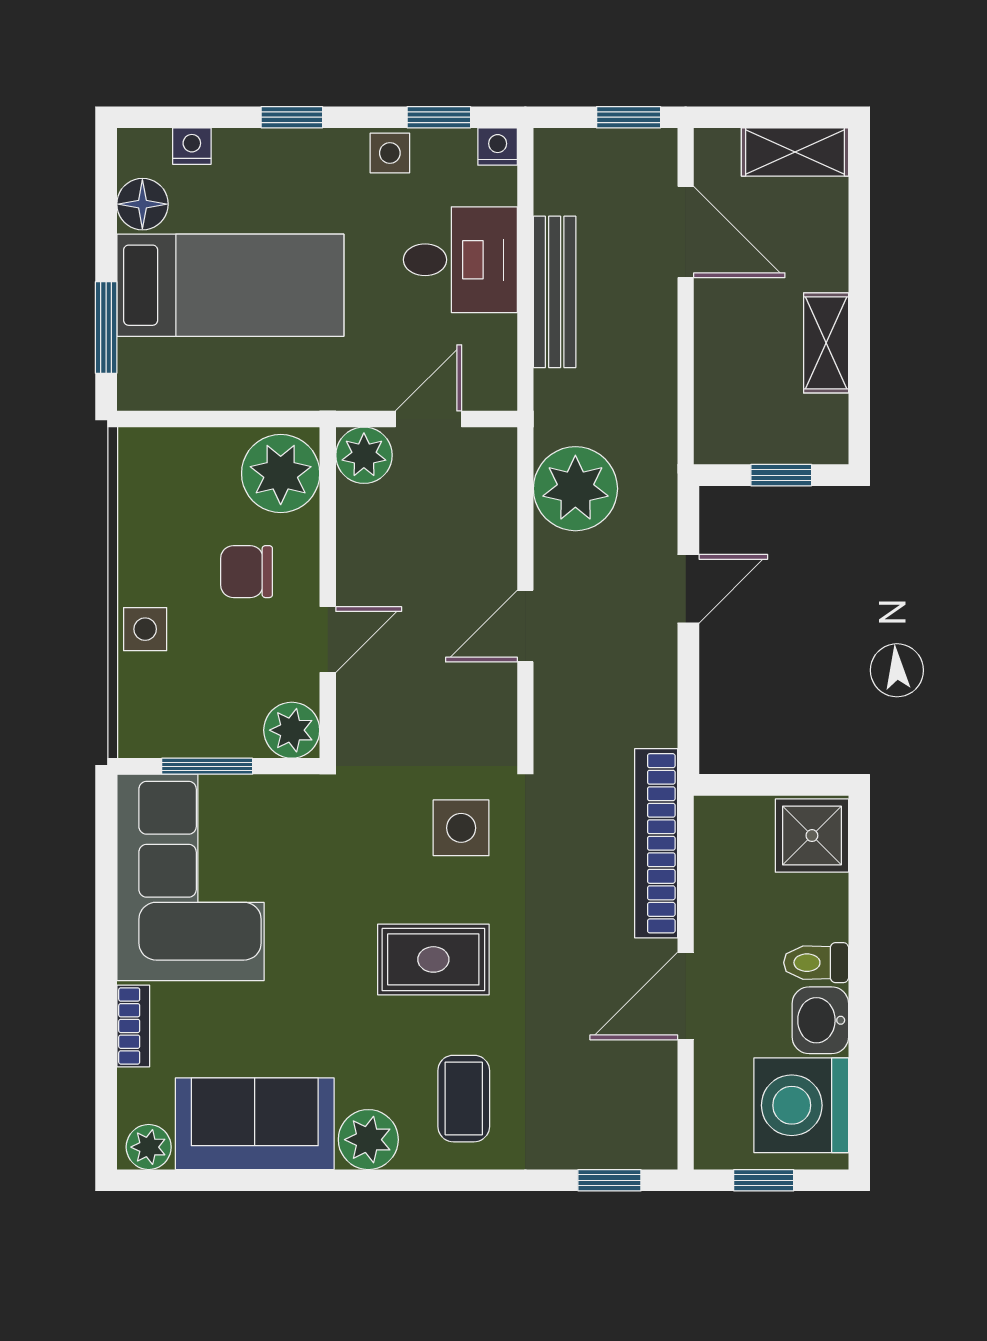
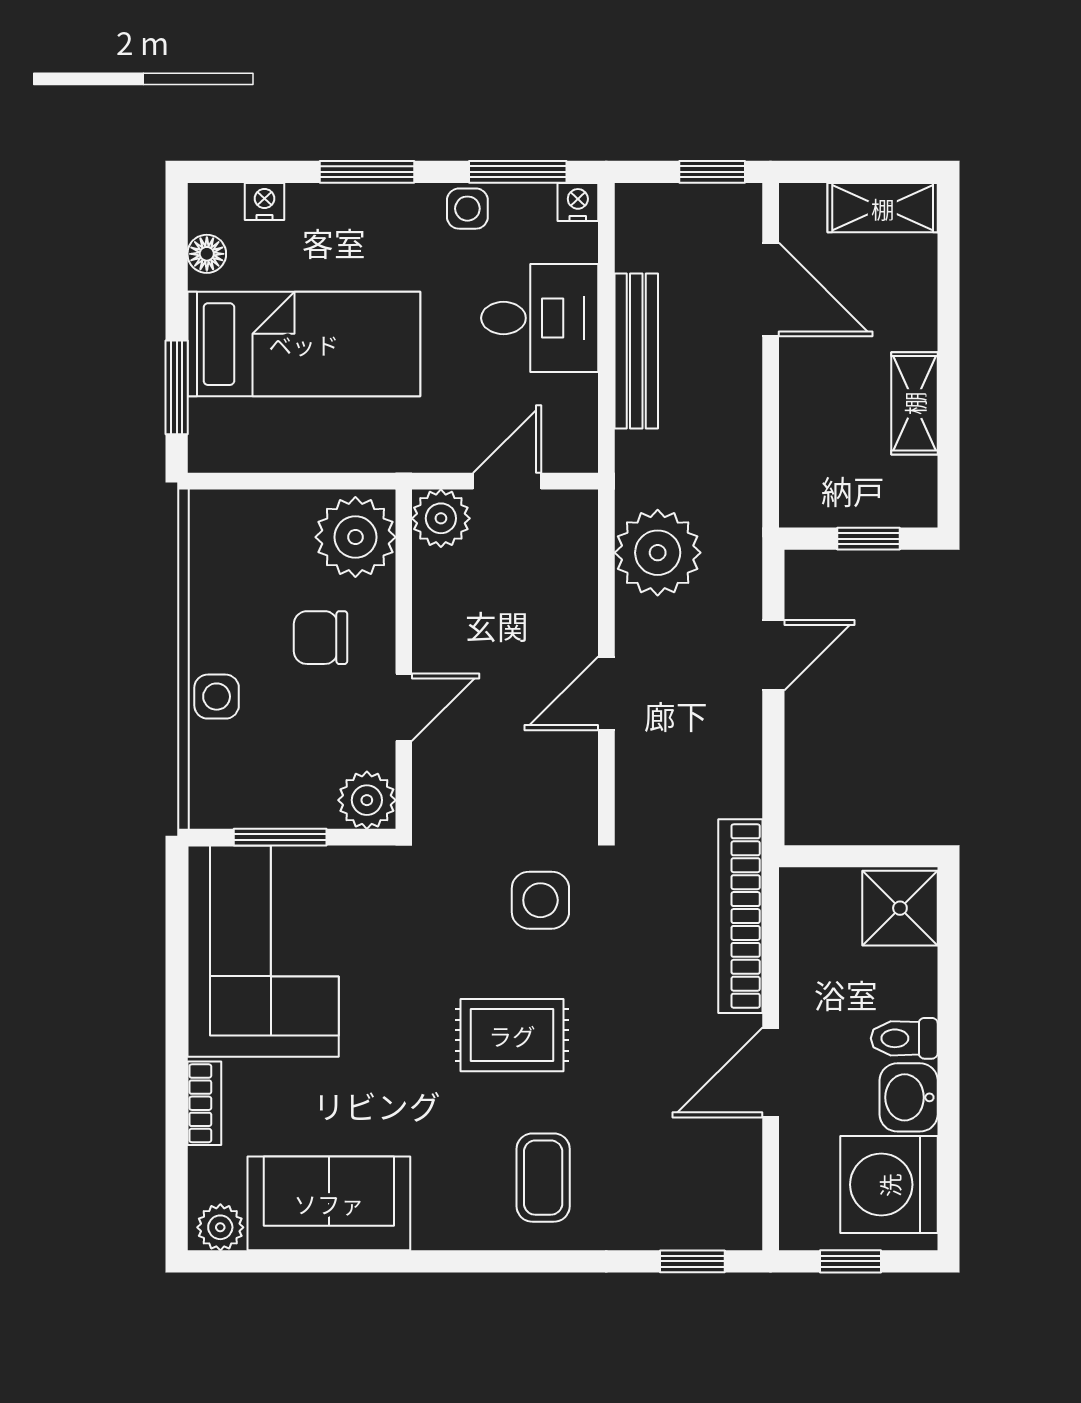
window: (292, 117) -> (367, 172), width x1.50
window: (439, 117) -> (518, 172), width x1.50
floor lamp: (142, 204) -> (207, 254), width x0.73, depth x0.73
plant: (368, 1140) -> (445, 1220), removed

